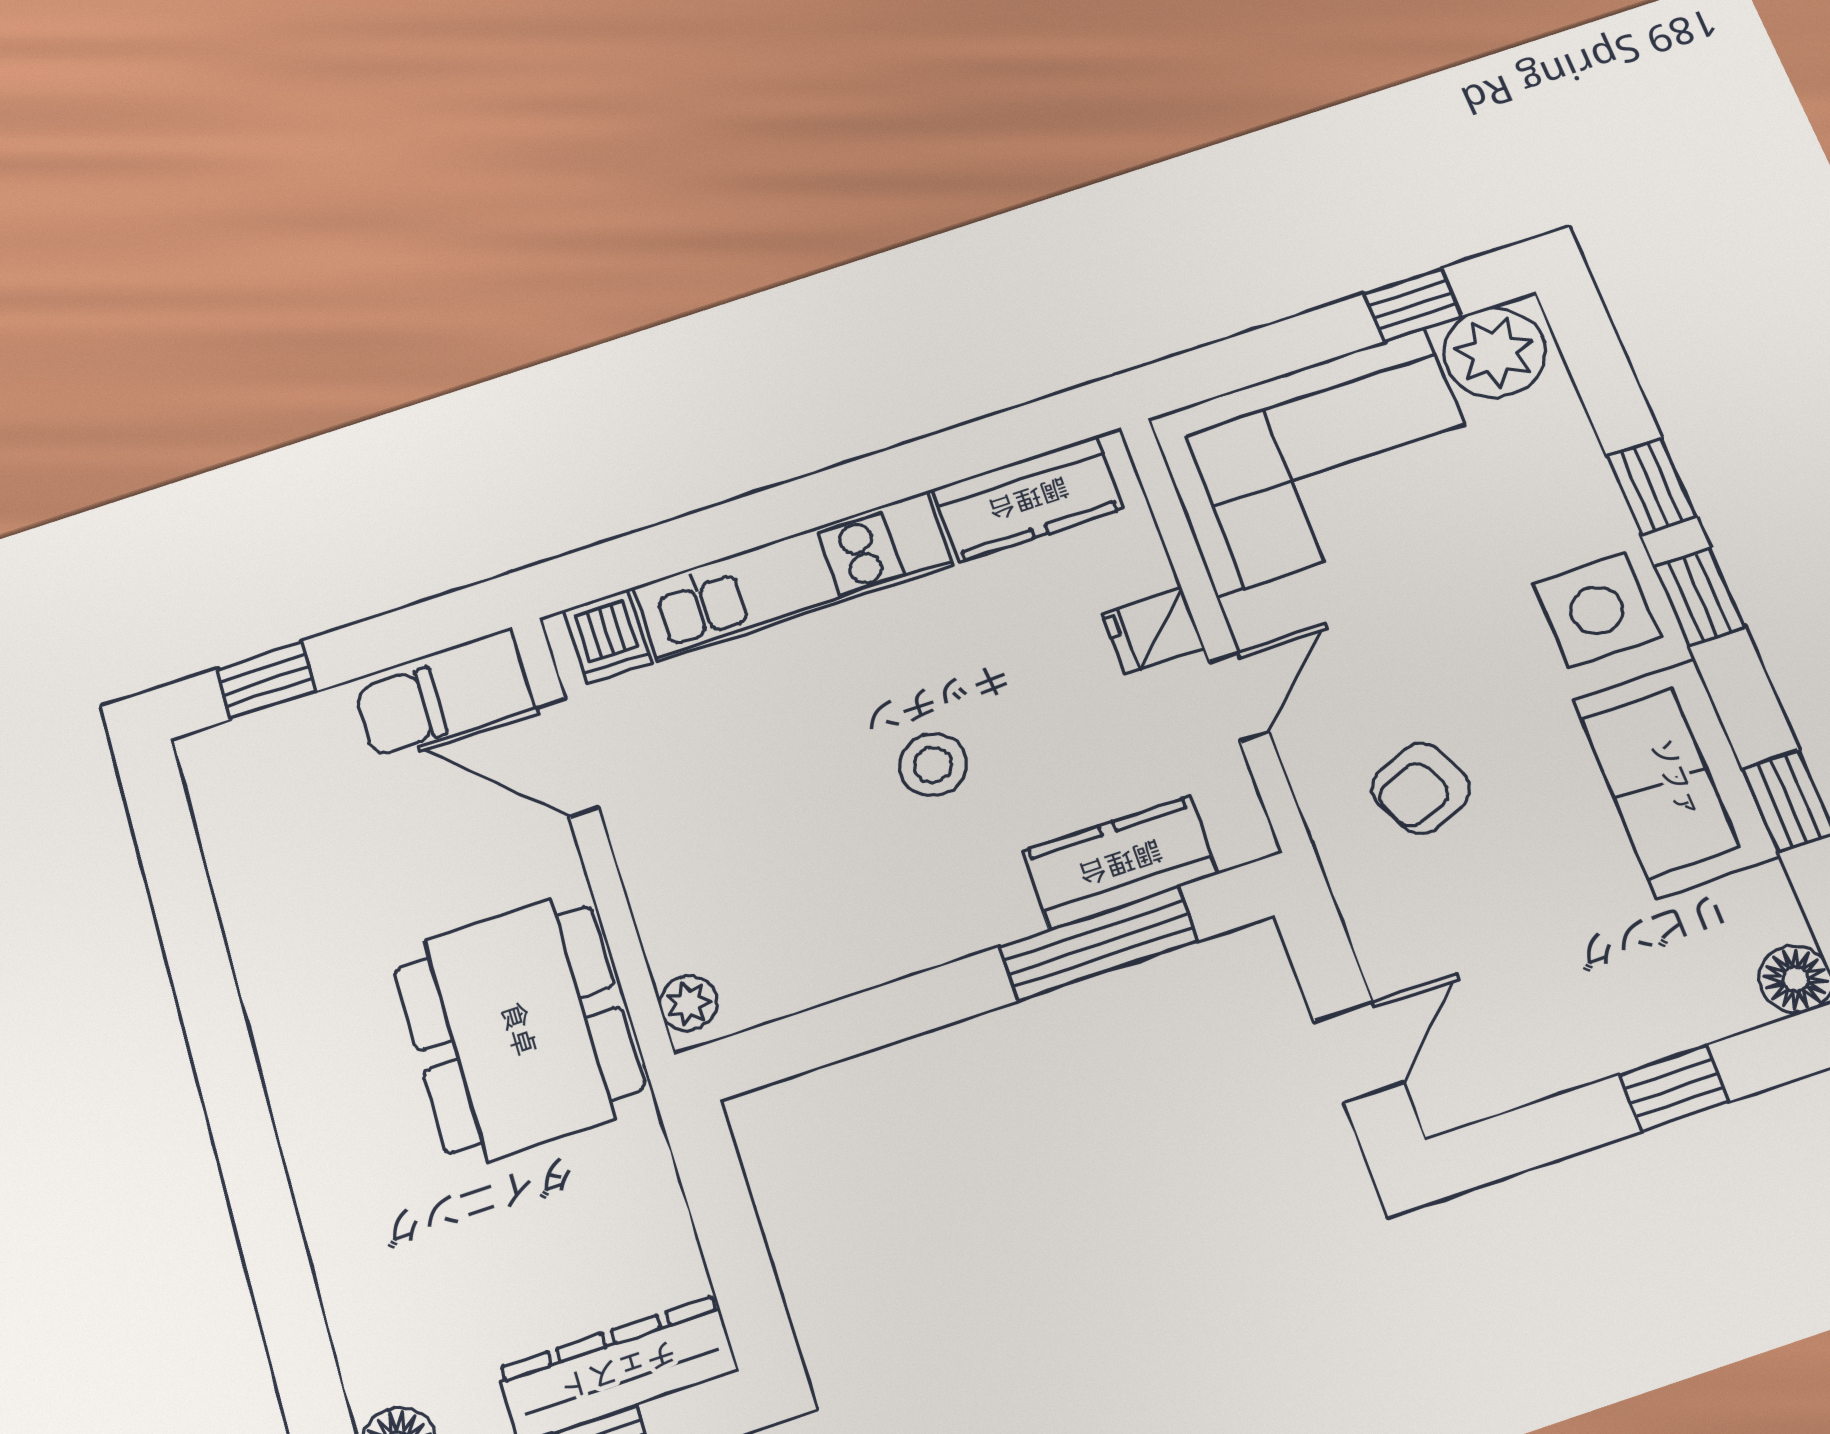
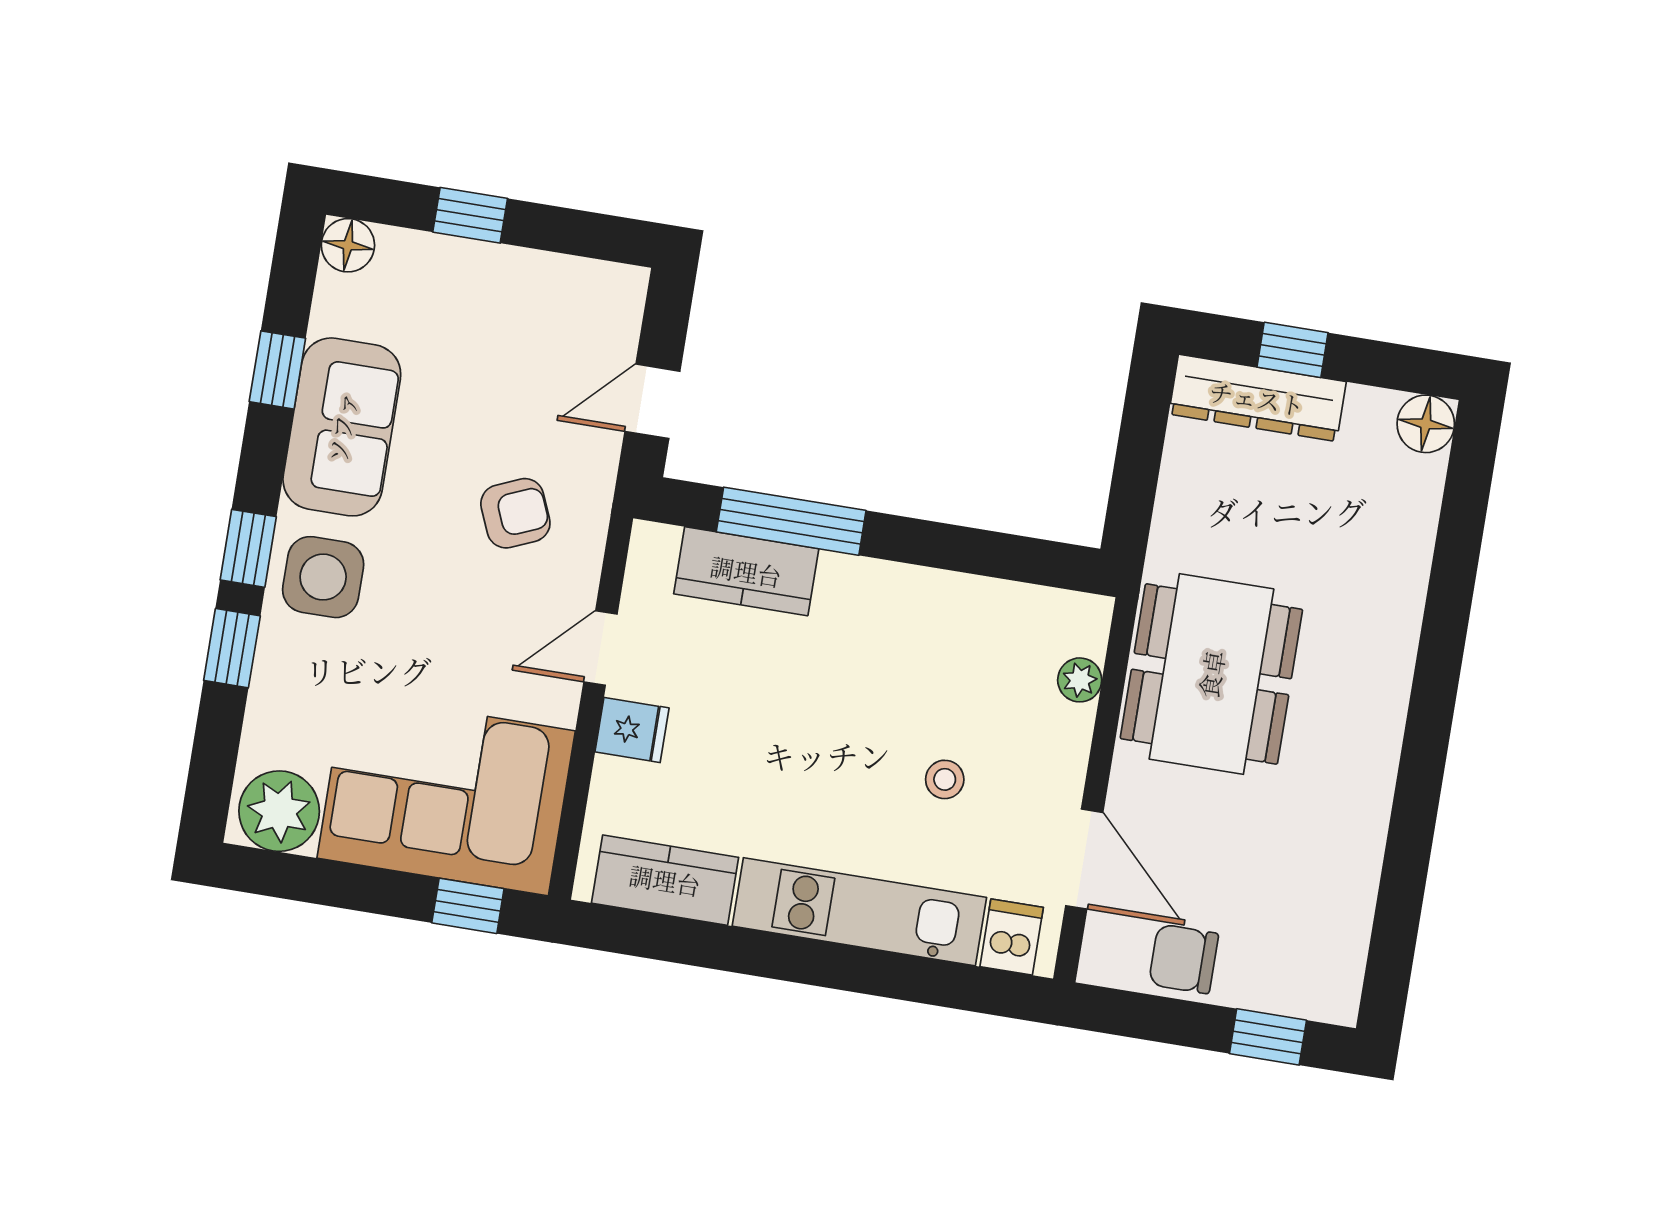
window: (1413, 305) -> (468, 906), moved
chair: (401, 712) -> (1184, 959), turned 180
stool: (933, 765) -> (945, 779), moved, width x0.73, depth x0.73
plant: (688, 1003) -> (1080, 680), moved
door: (1359, 1052) -> (652, 401), moved

